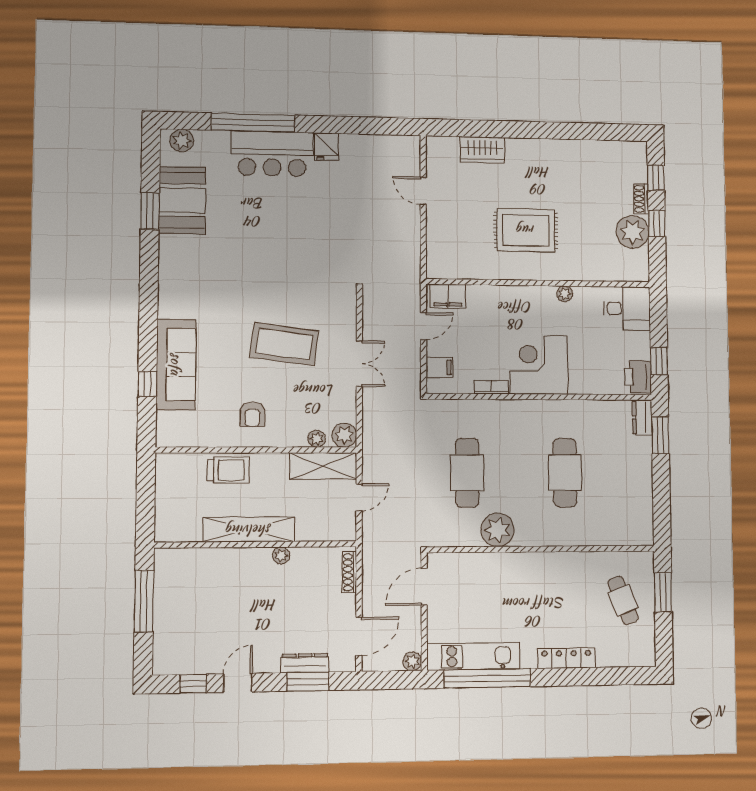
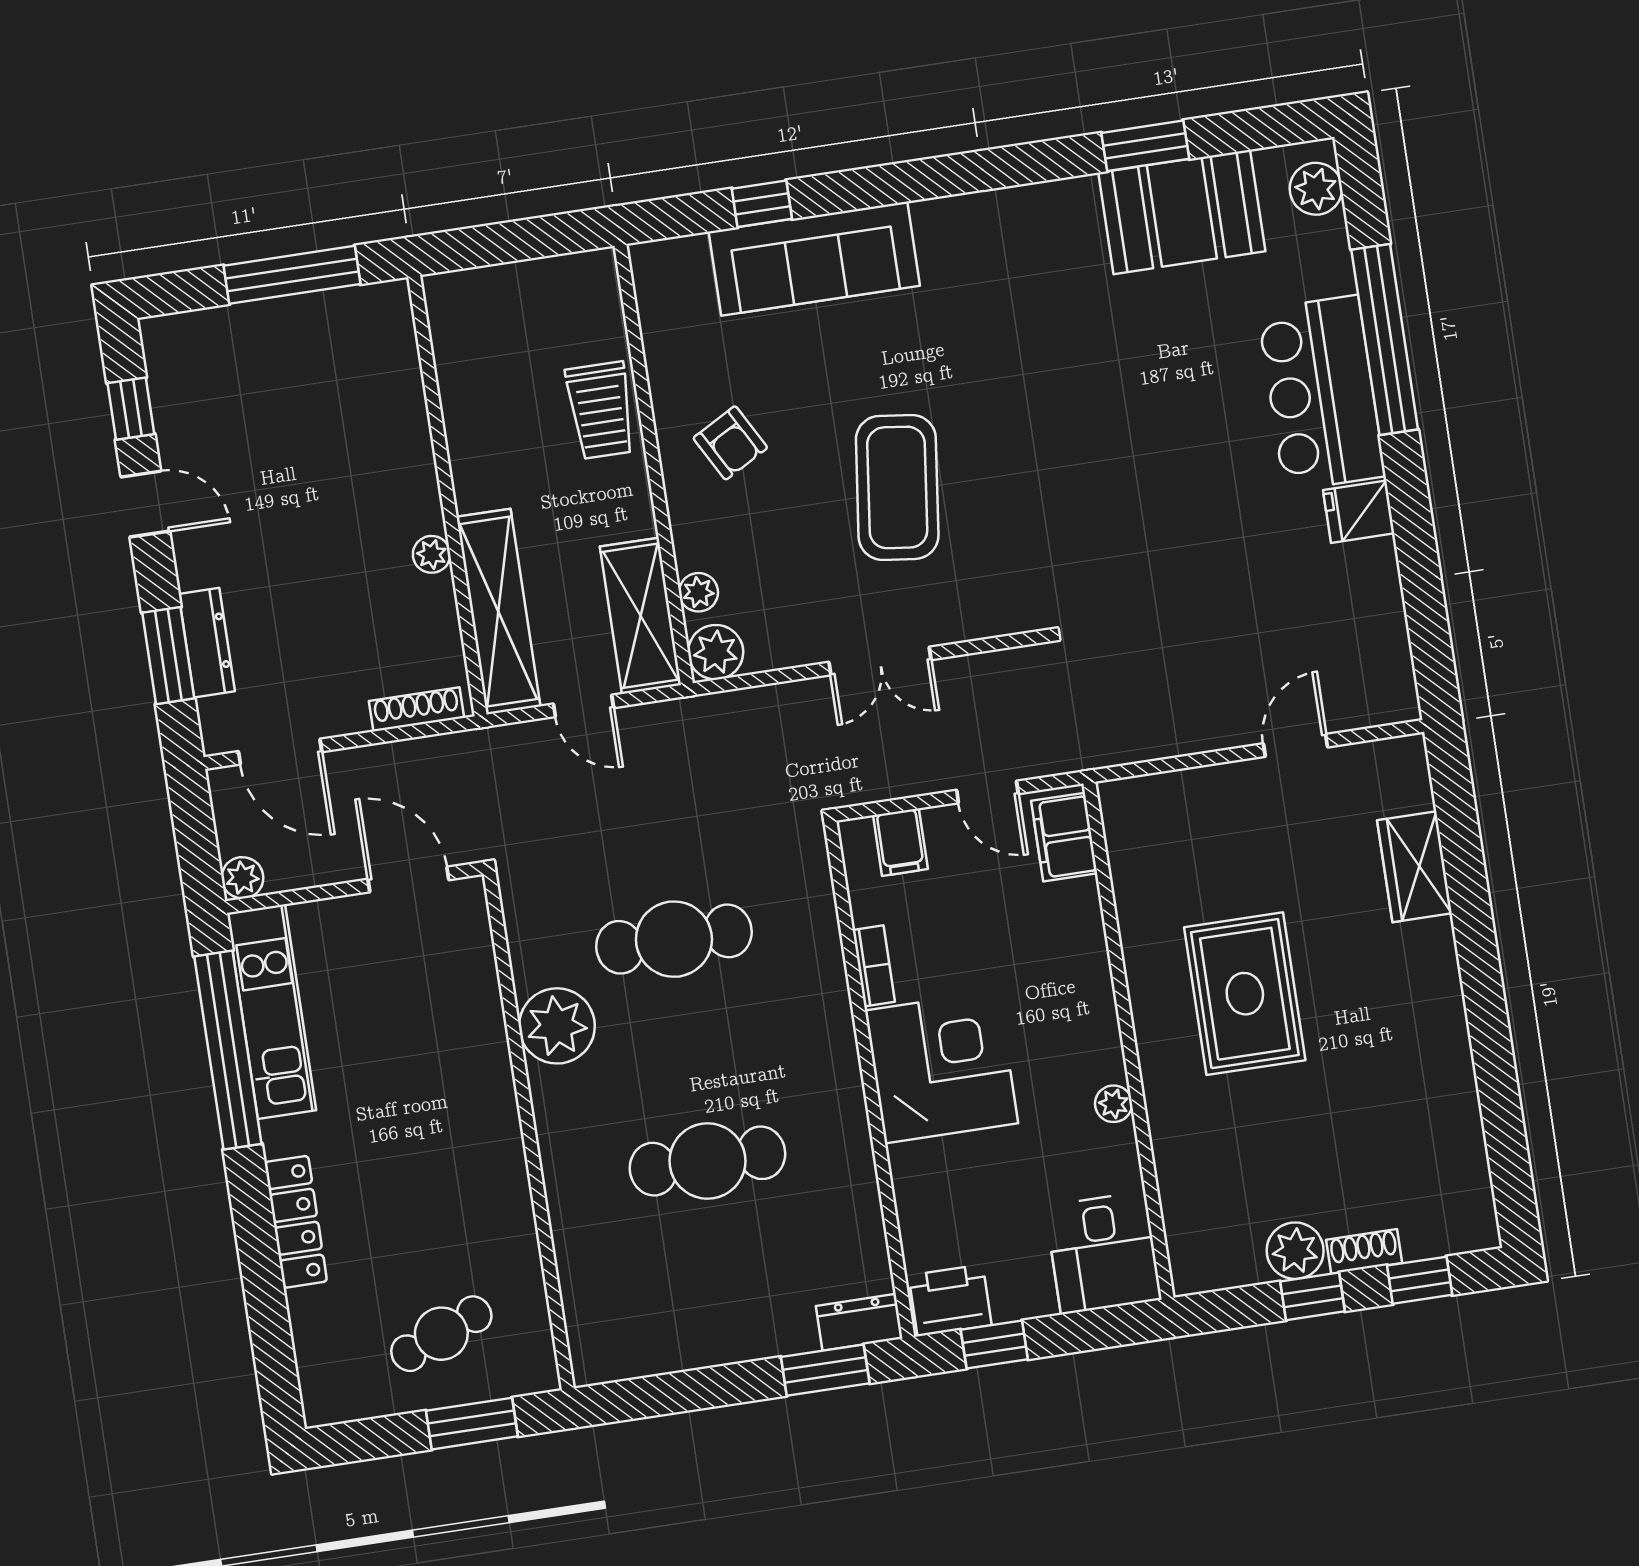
plant: (632, 232) -> (1295, 1251), width x0.73, depth x0.73
armchair: (253, 414) -> (730, 443), turned -119
shelving: (249, 530) -> (498, 612), moved

